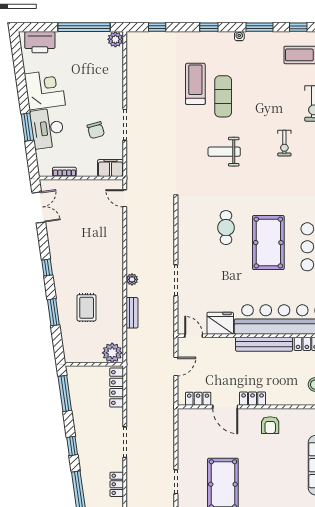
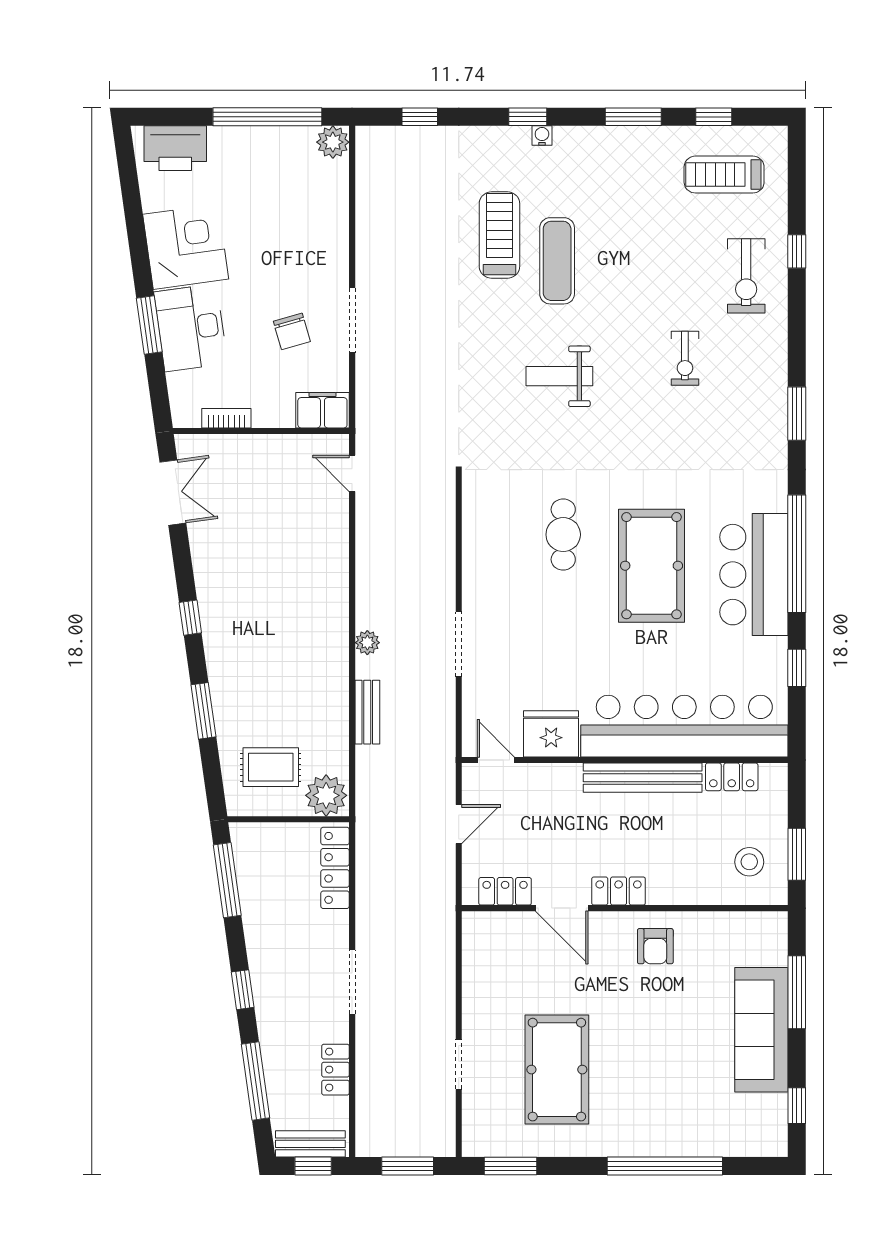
water cooler: (239, 36) -> (542, 136), moved
rug: (87, 308) -> (271, 767), moved, turned 90

